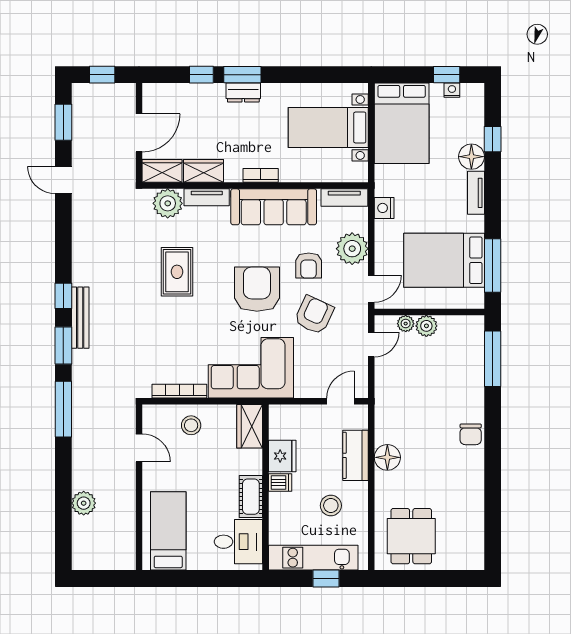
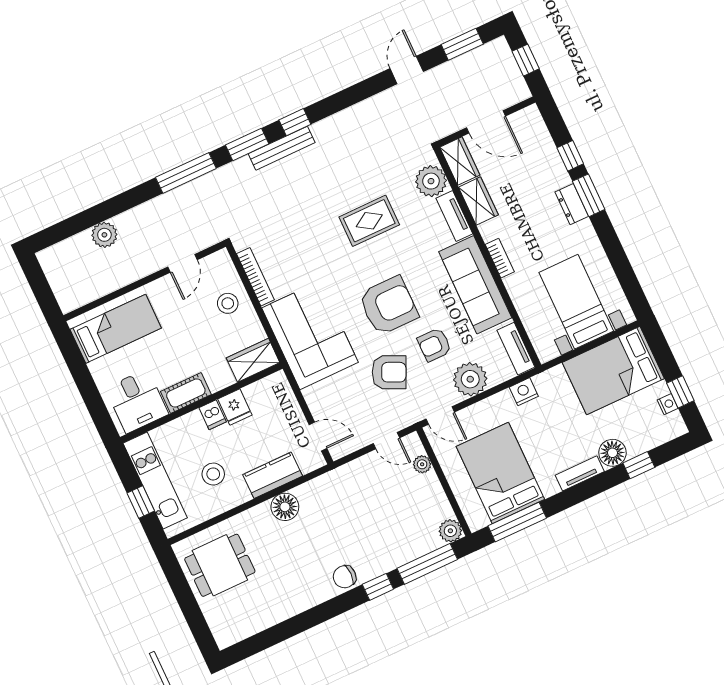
plant: (426, 326) -> (450, 531), moved
window: (493, 410) -> (378, 587), added
fridge: (282, 456) -> (235, 407), width x0.72

